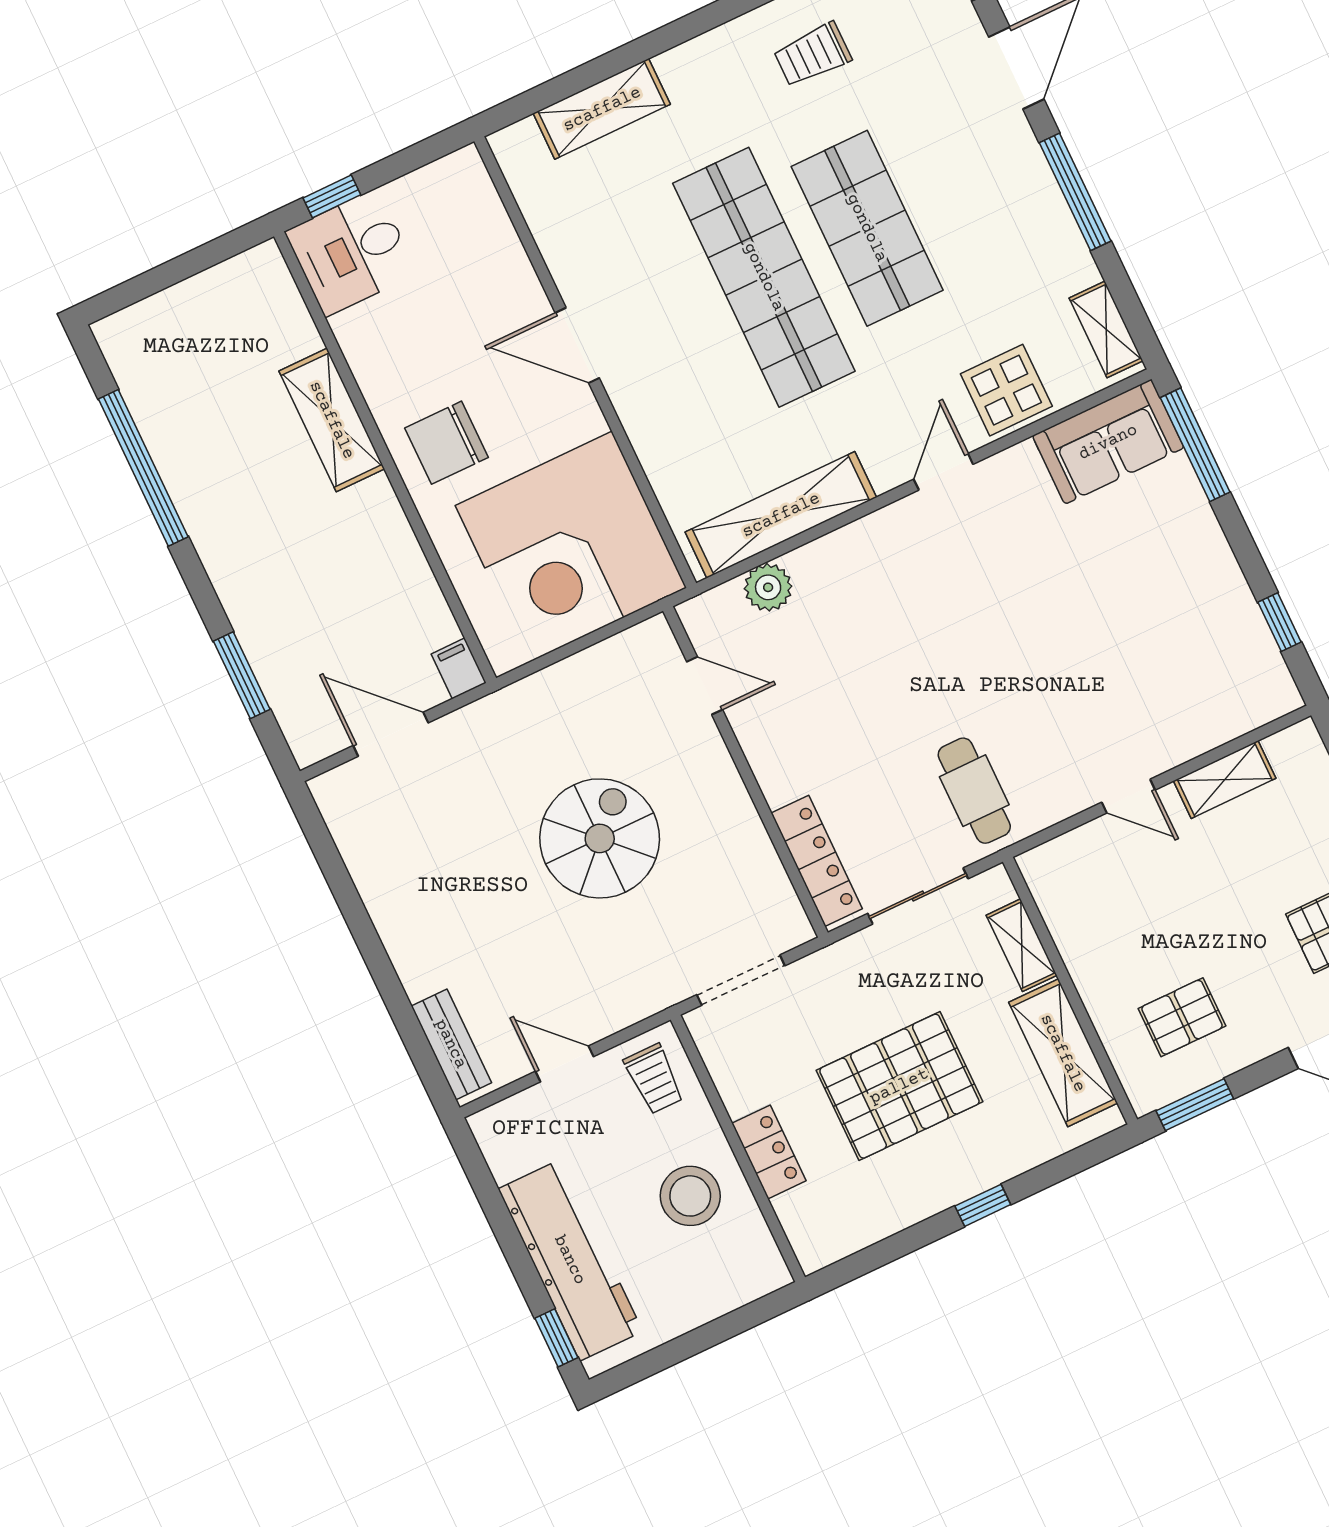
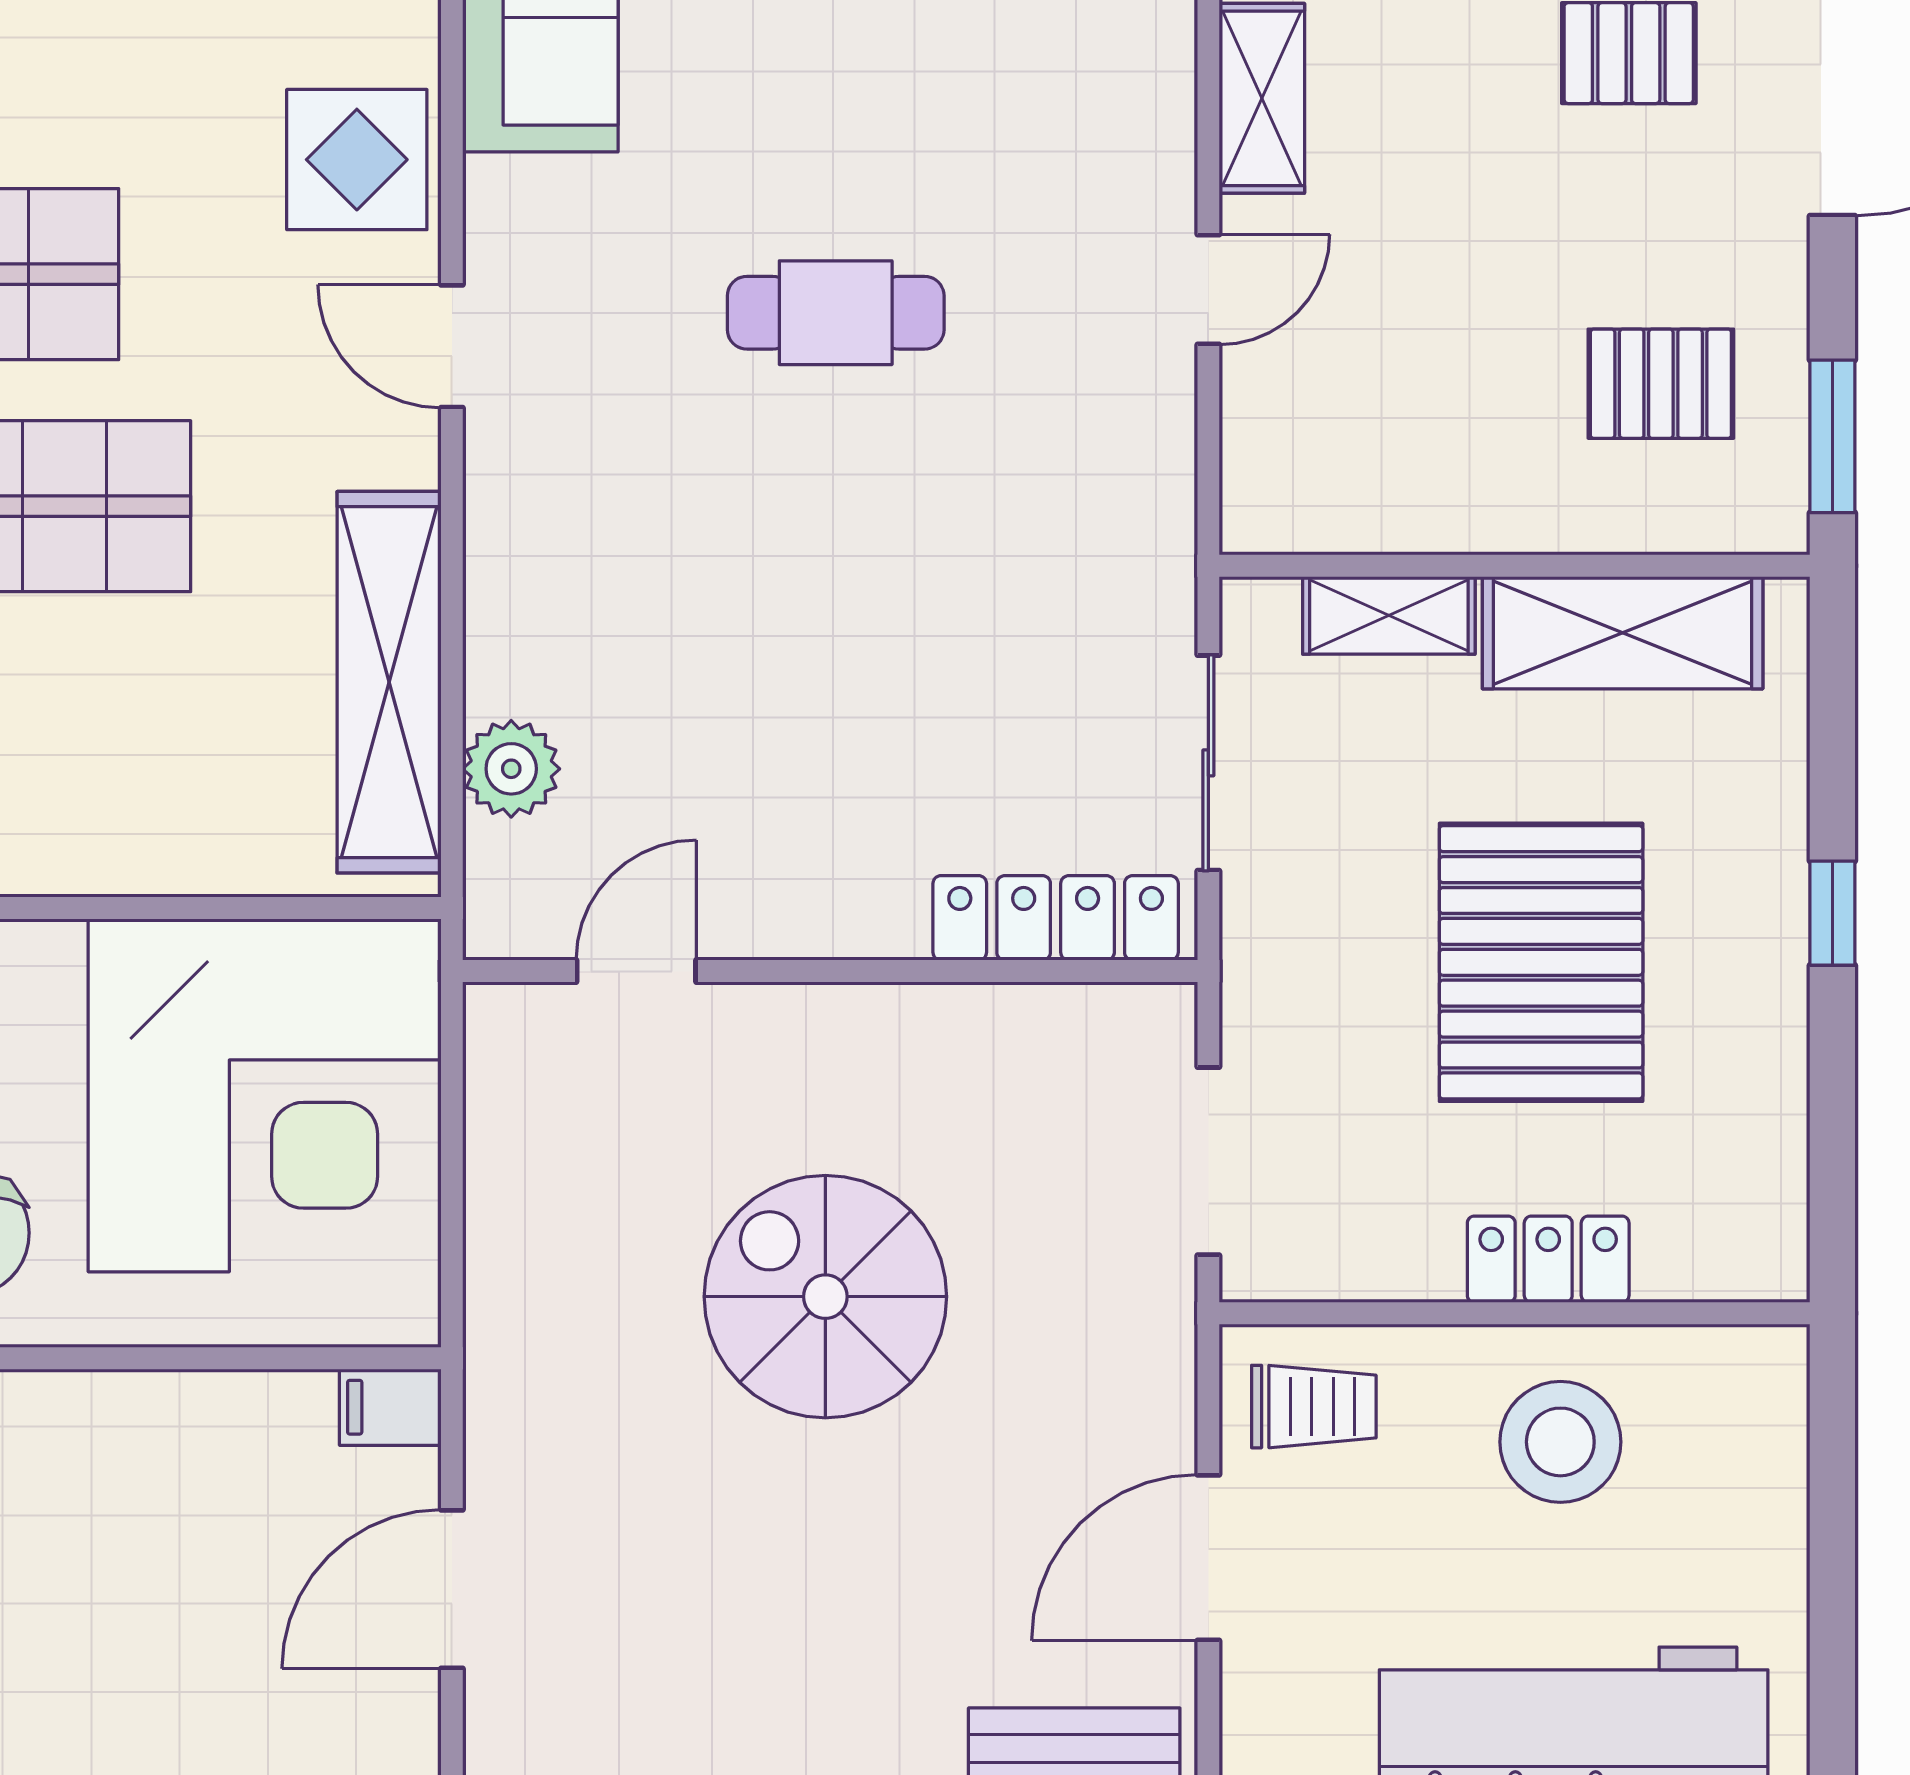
cafe table: (974, 791) -> (836, 313), moved
pallet: (1182, 1017) -> (1661, 384), turned 90
door: (565, 1064) -> (1208, 1558), width x1.38

